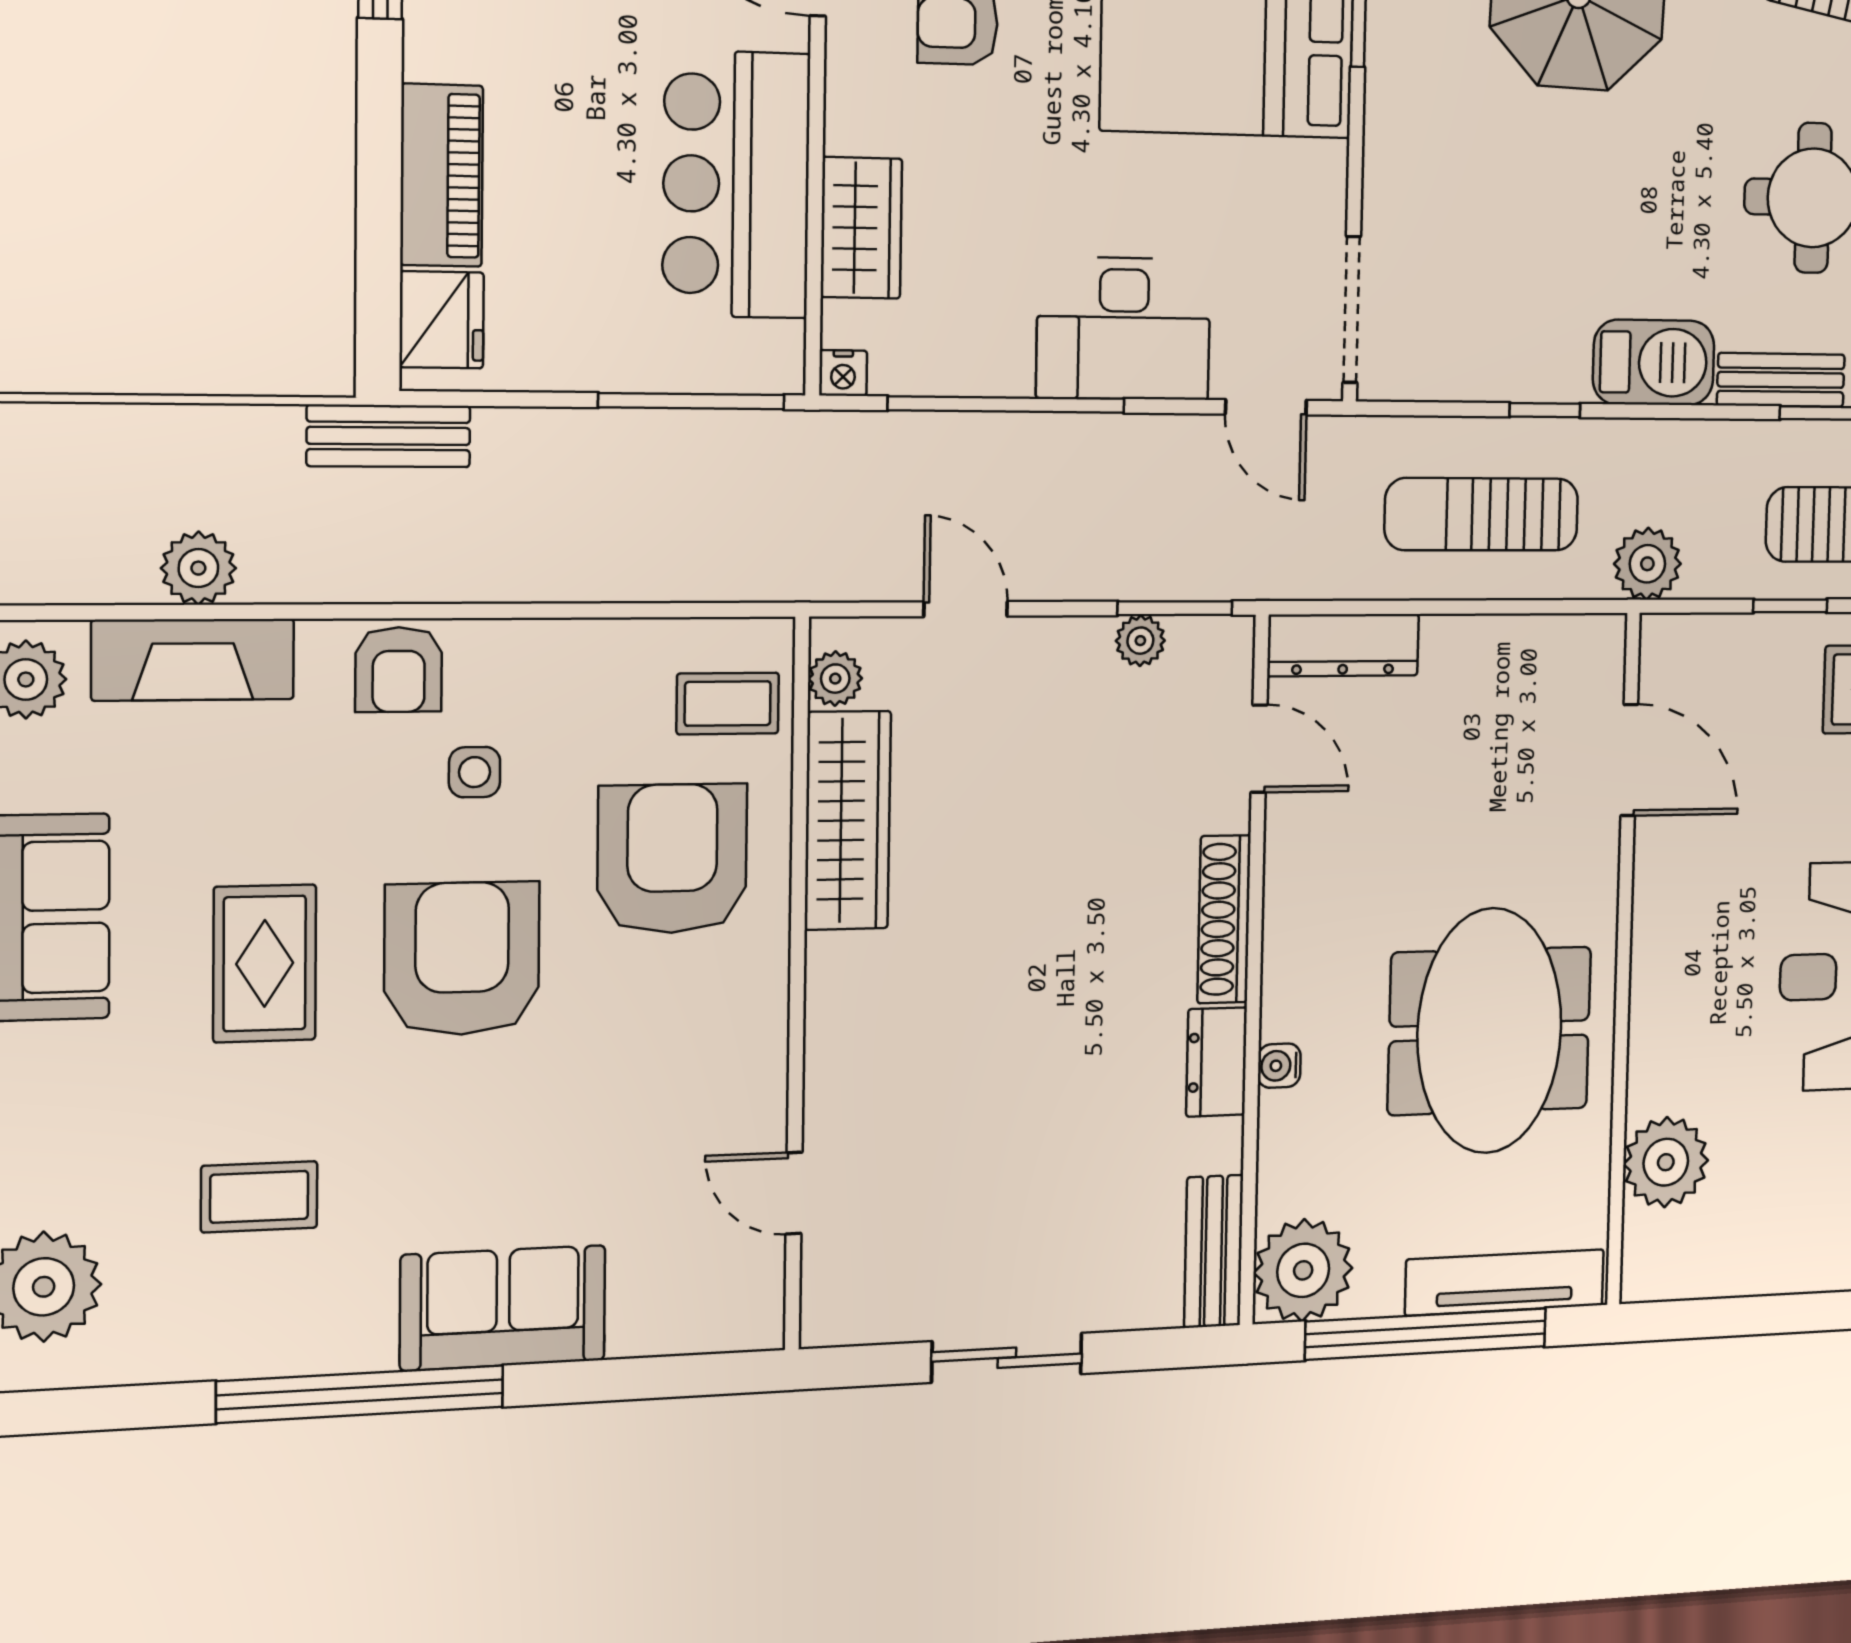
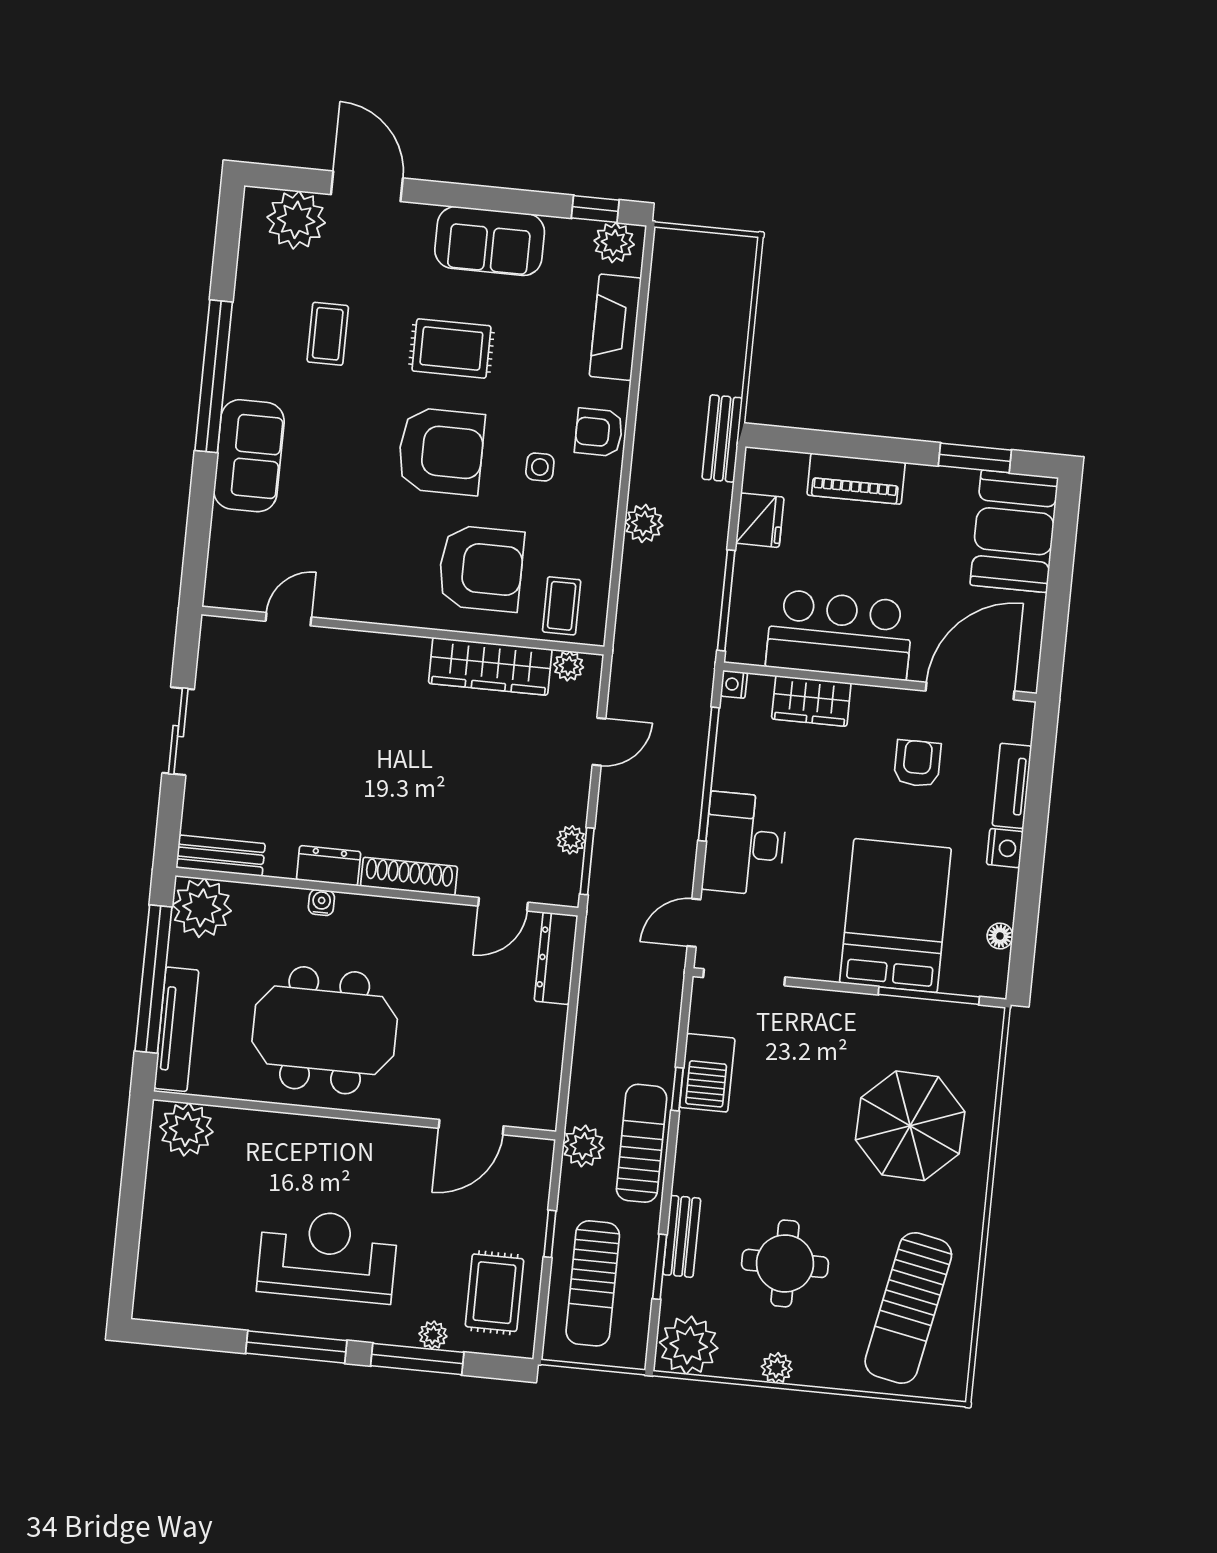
fridge: (442, 320) -> (760, 520), moved, turned -90
barbecue: (1654, 362) -> (707, 1073), moved
sun lounger: (1482, 514) -> (642, 1143), moved
plant: (198, 568) -> (644, 523), moved
plant: (1666, 1162) -> (186, 1129), moved

